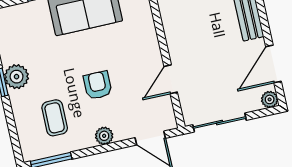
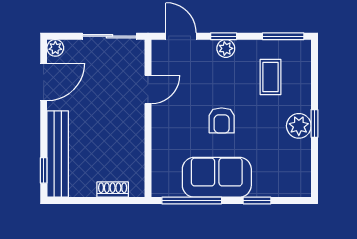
armchair: (98, 85) -> (222, 120), moved
window: (109, 147) -> (224, 36), added

